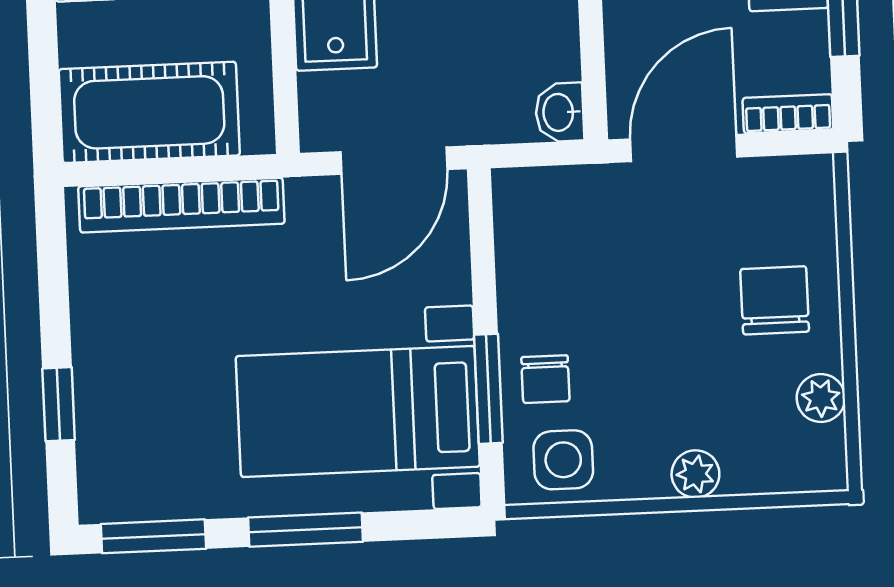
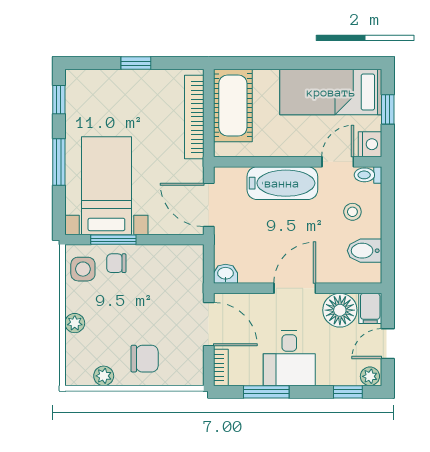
window: (59, 404) -> (136, 63), moved
window: (153, 536) -> (59, 100), width x0.67

